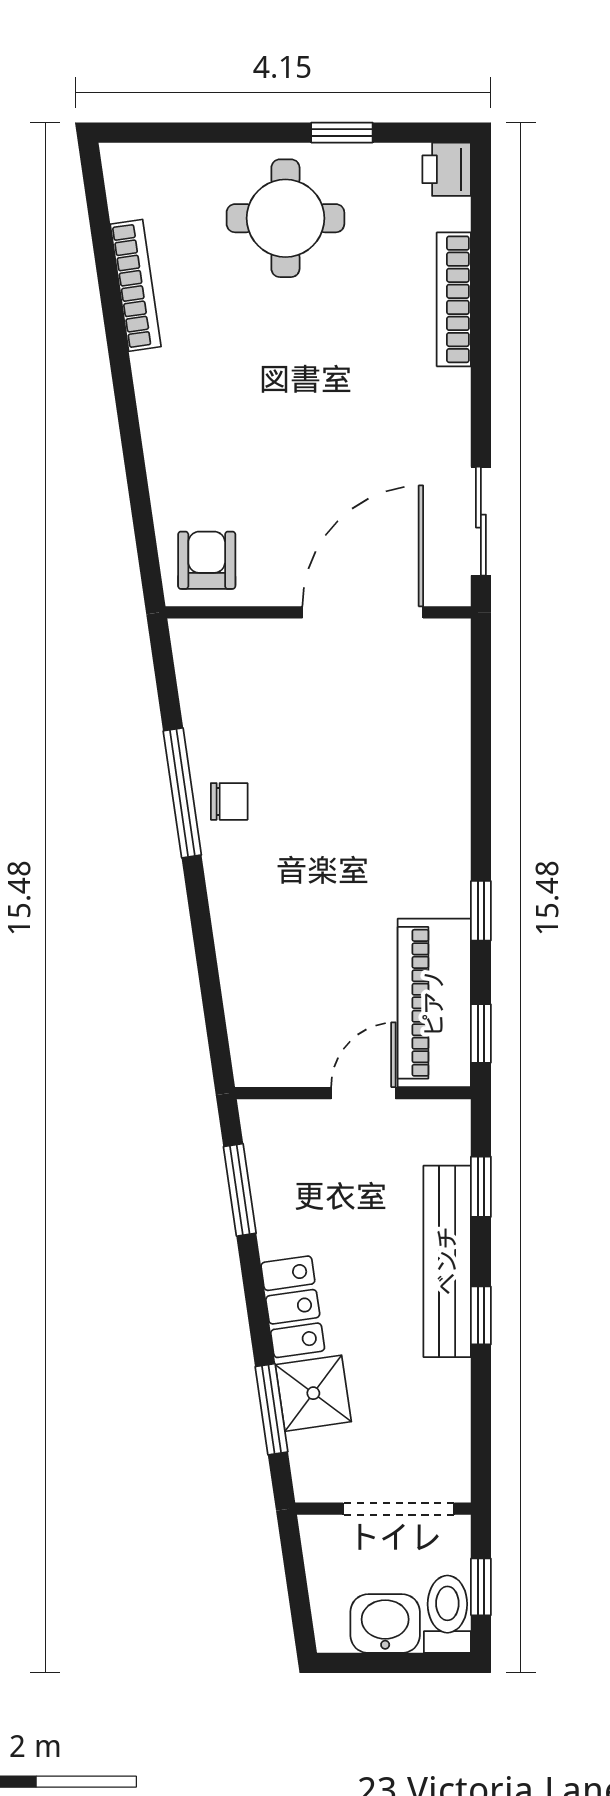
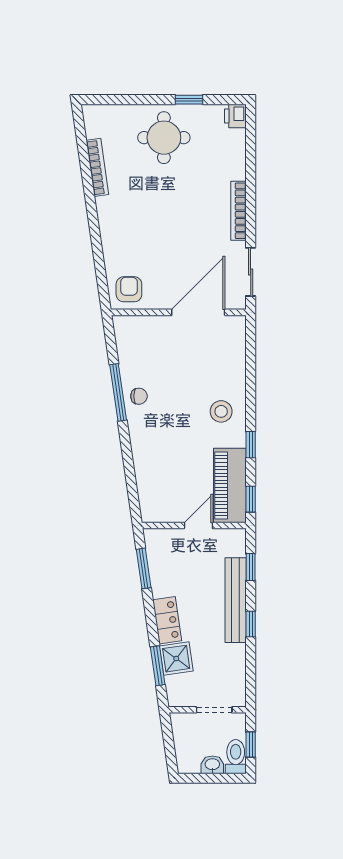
bookcase: (454, 299) -> (239, 211), moved
stool: (415, 836) -> (221, 411), added
doorway: (399, 1509) -> (214, 710), width x0.73
washbasin: (385, 1624) -> (212, 765), width x0.72, depth x0.69

